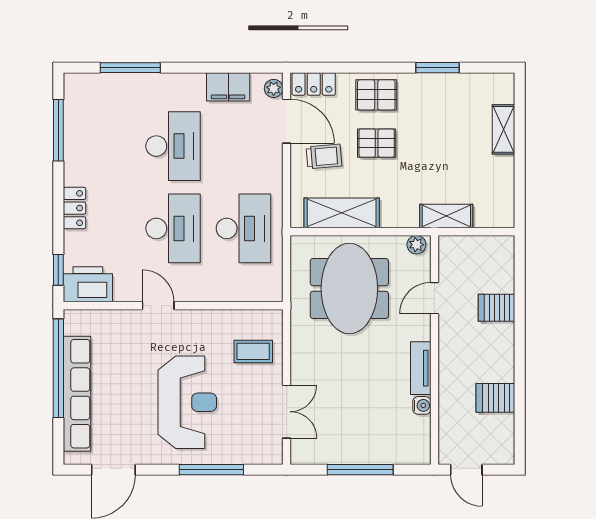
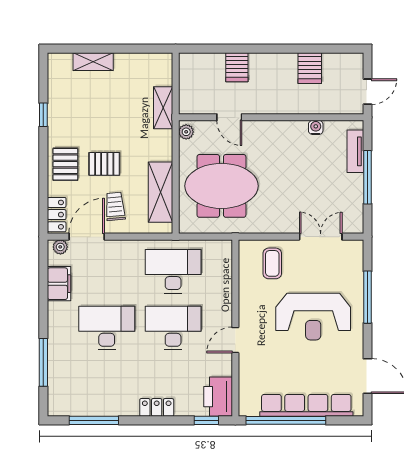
window: (438, 68) -> (43, 115), width x0.67
pallet: (377, 143) -> (104, 164), turned 90
tv unit: (421, 368) -> (355, 151), moved, turned 90
reception desk: (187, 402) -> (313, 317), turned 180

